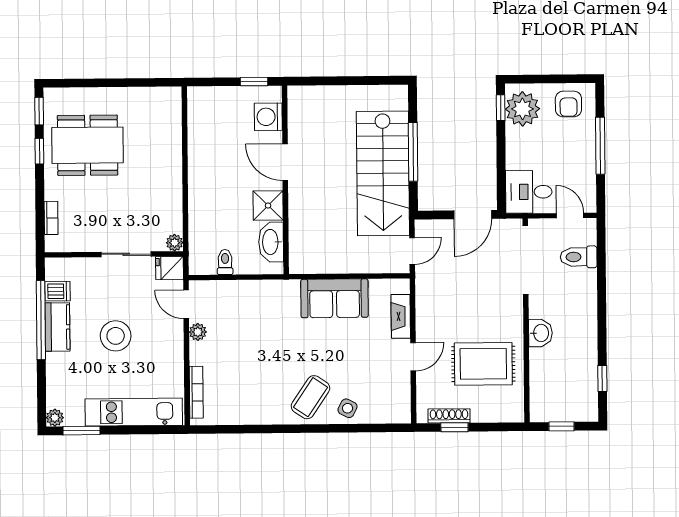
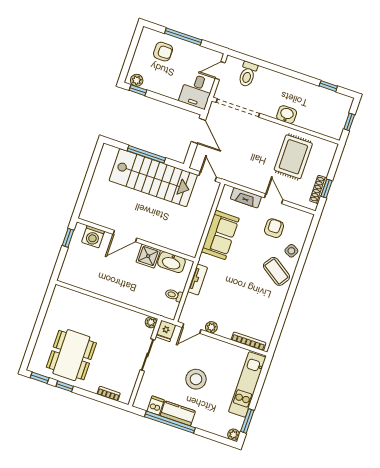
armchair: (568, 104) -> (163, 52), moved
plant: (522, 109) -> (137, 80), width x0.53, depth x0.53
tv unit: (259, 288) -> (198, 280), added
armchair: (371, 372) -> (274, 228), added

